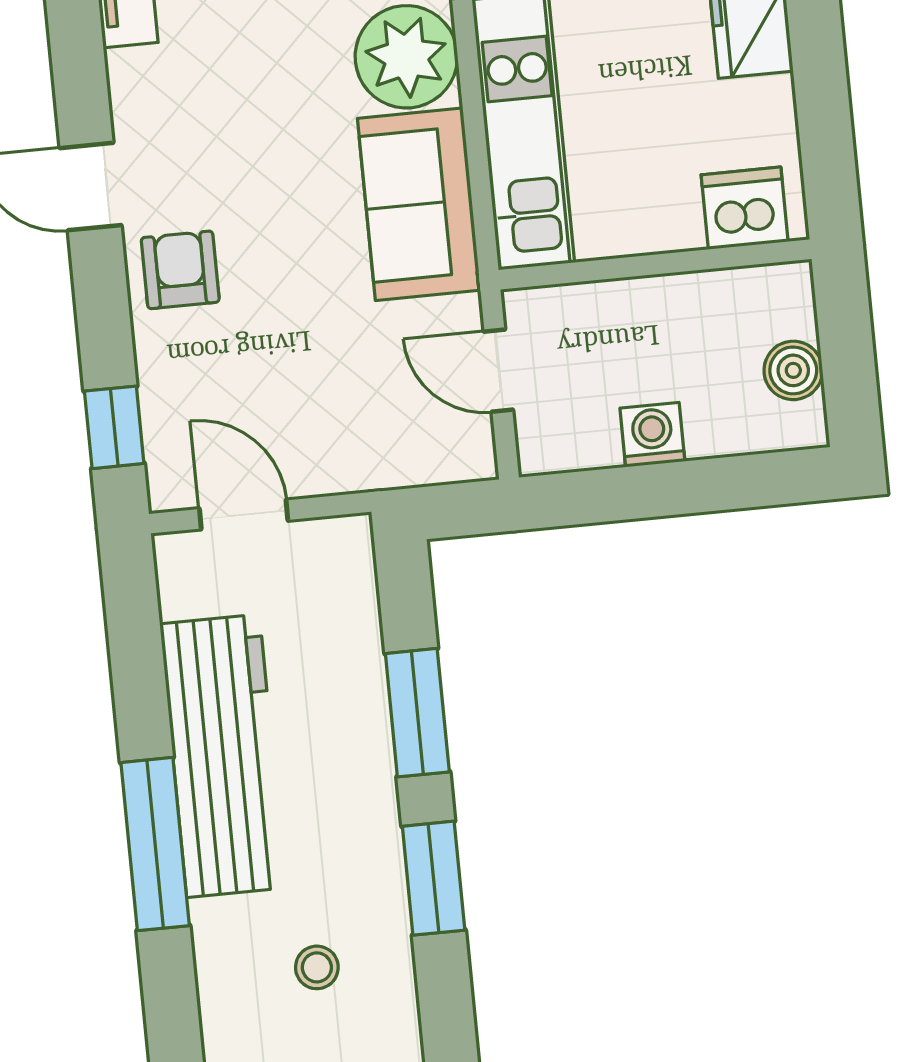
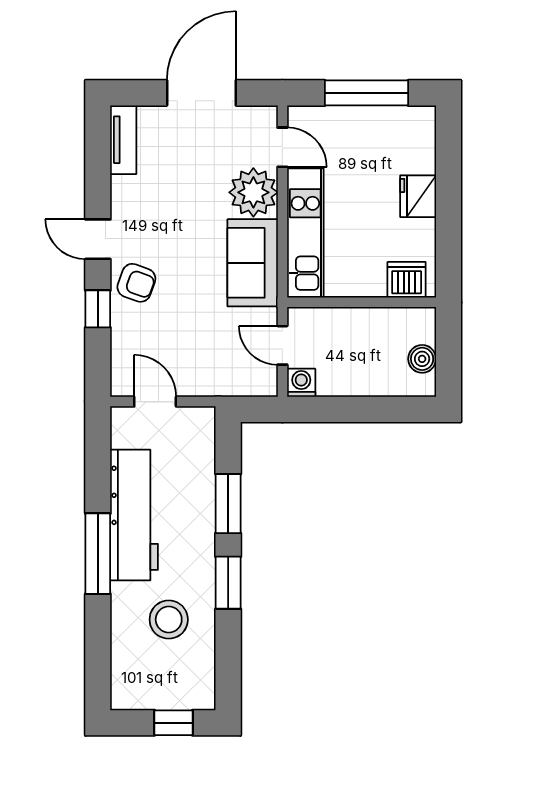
armchair: (180, 270) -> (136, 283), turned 110
window: (114, 427) -> (98, 309), moved
washing machine: (652, 435) -> (301, 383), moved
stool: (317, 967) -> (169, 620), width x1.89, depth x1.89

